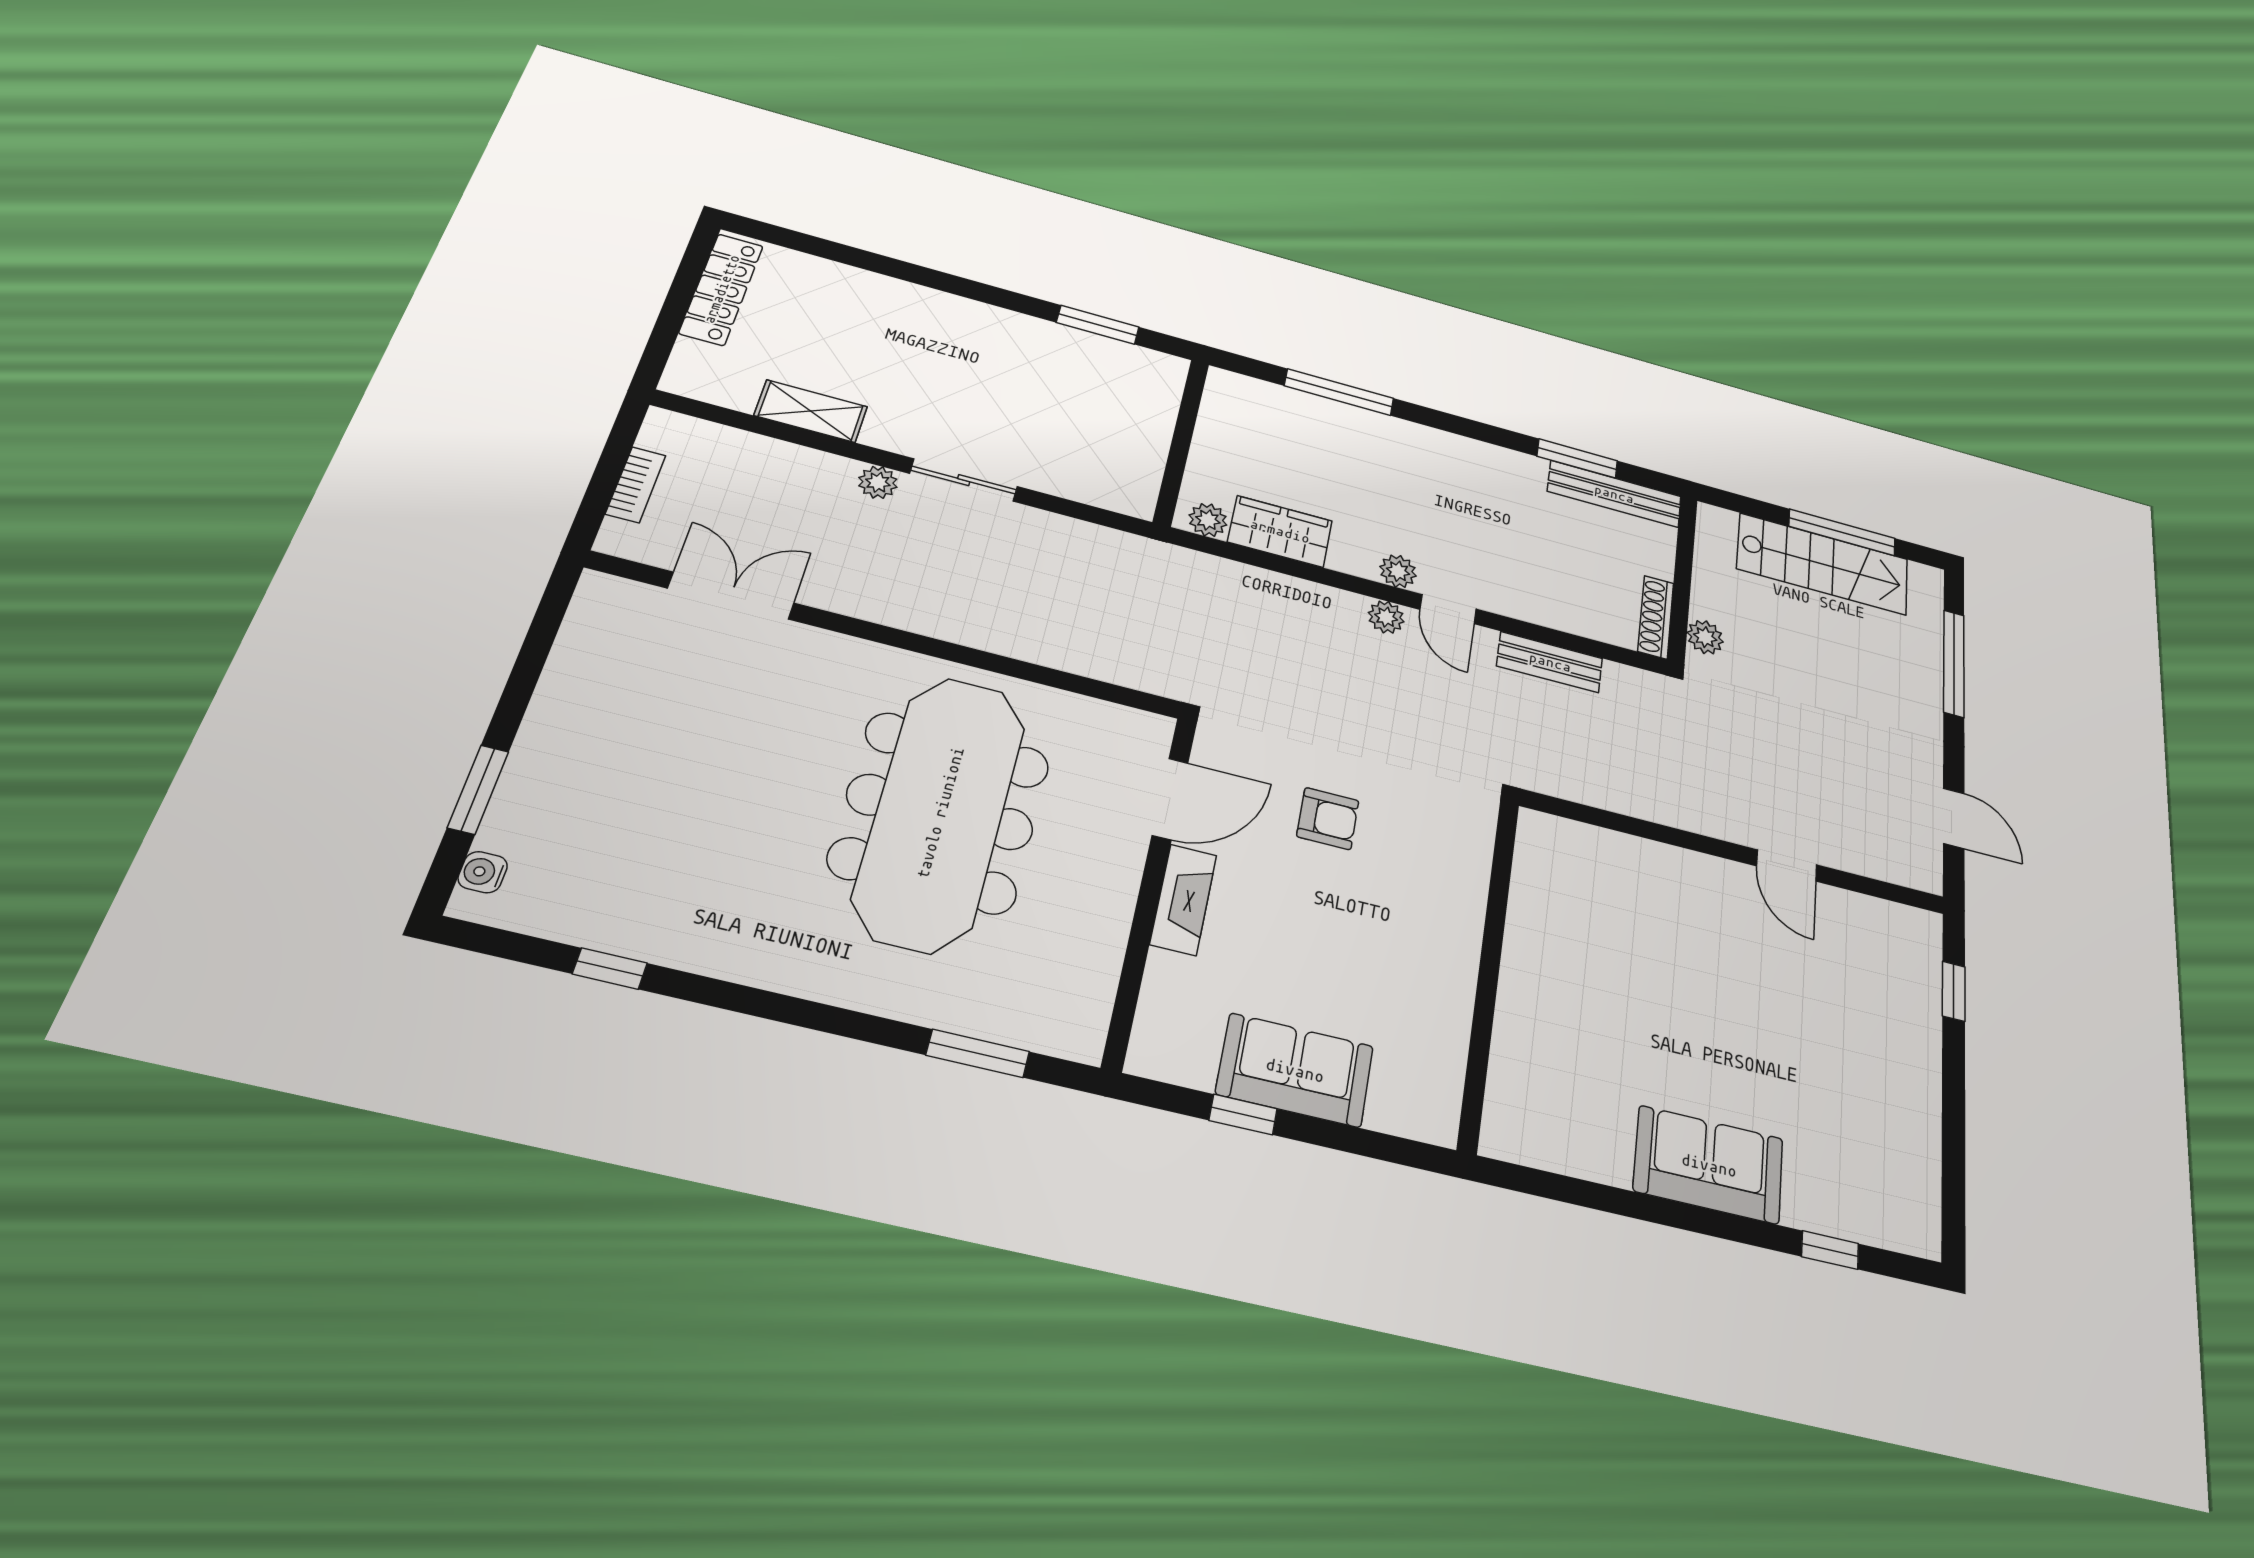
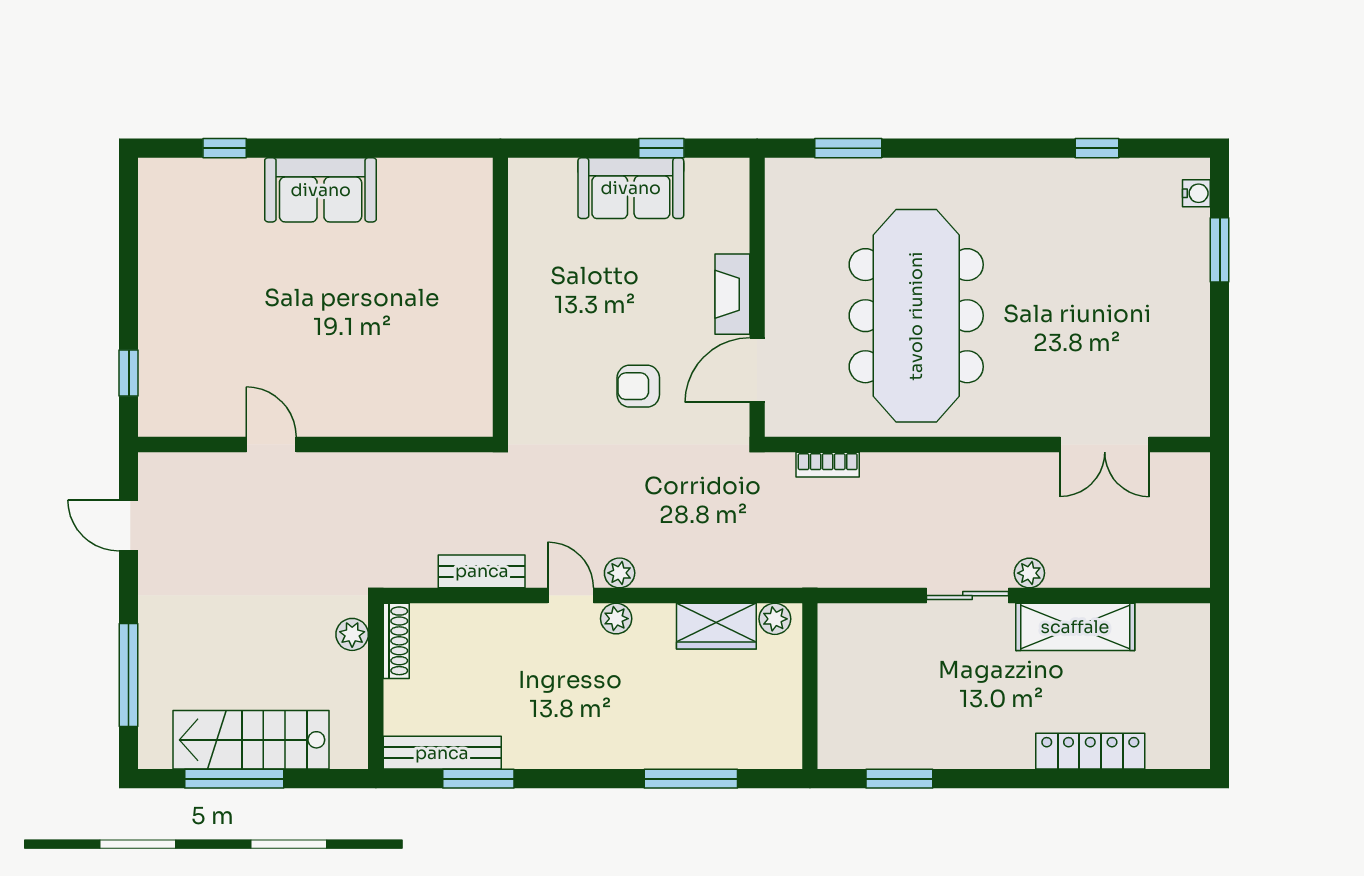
locker: (721, 289) -> (1090, 751), moved, turned 90
shelving: (811, 411) -> (1075, 627), width x1.50, depth x1.33
bookcase: (636, 485) -> (828, 465), moved, turned -90

